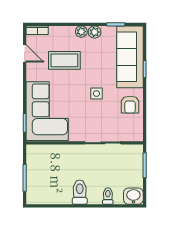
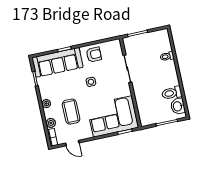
plant: (95, 32) -> (51, 123), moved
door: (25, 53) -> (72, 143), swing flipped
toilet: (80, 192) -> (172, 93), moved
washbasin: (133, 196) -> (178, 106), moved

